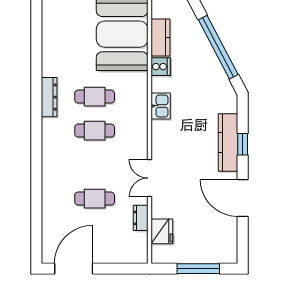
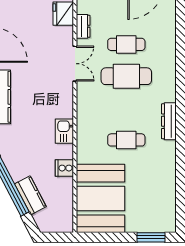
kitchen counter: (160, 38) -> (30, 195), moved, turned 152
dresser: (49, 97) -> (169, 121), moved
cafe table: (95, 131) -> (126, 76), moved, width x1.37, depth x1.35

